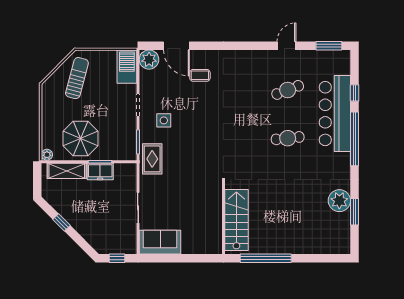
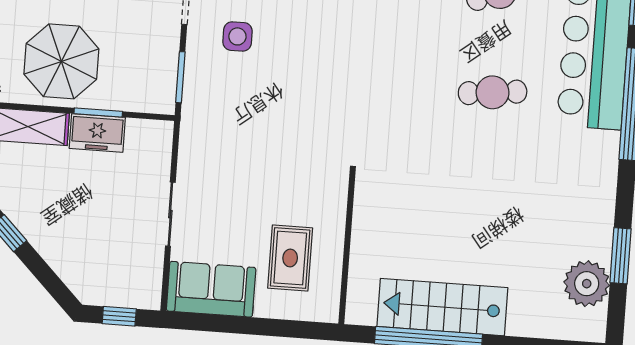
rug: (152, 159) -> (290, 258), moved
plant: (339, 201) -> (587, 284), moved
stairs: (236, 220) -> (442, 307), moved, turned -90

